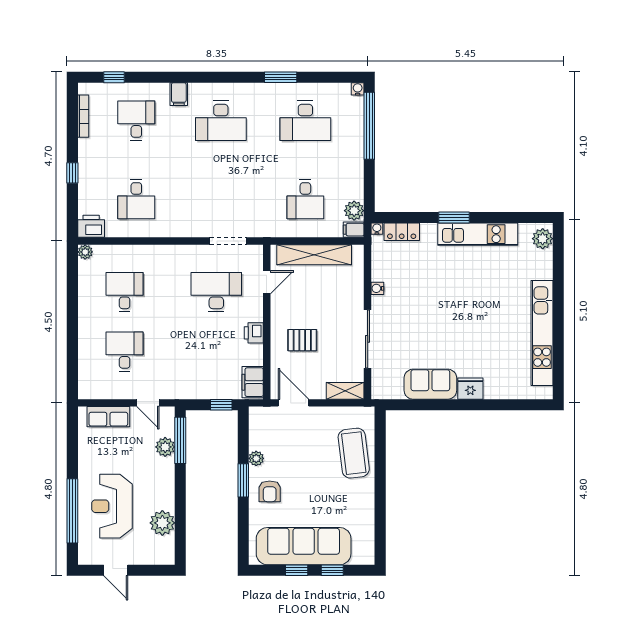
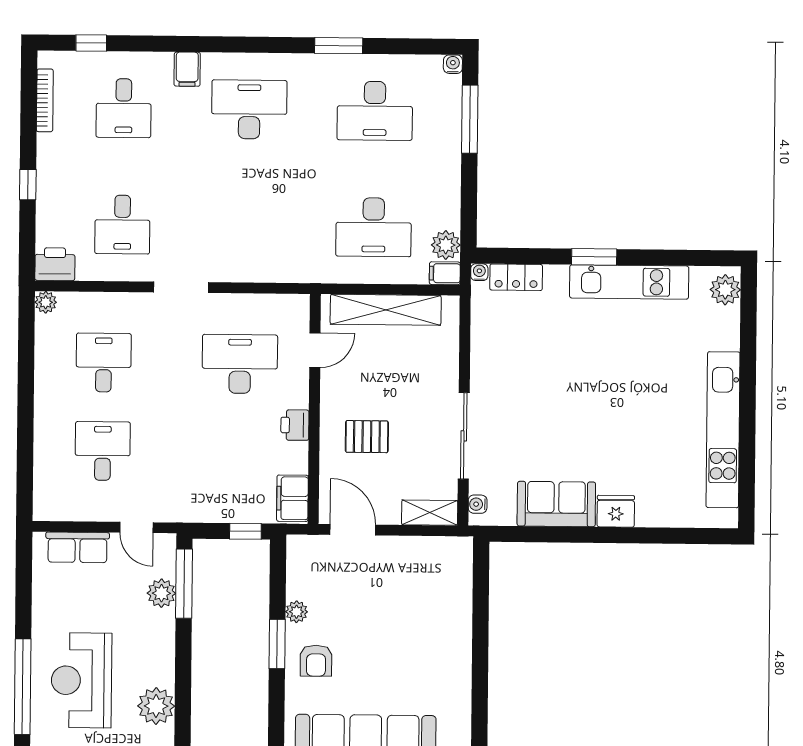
desk: (136, 121) -> (124, 108), turned 180
desk: (221, 121) -> (249, 109), turned 180
window: (369, 126) -> (470, 119), width x0.68
desk: (305, 199) -> (374, 227), width x1.37
doorway: (228, 241) -> (181, 287), moved
water cooler: (377, 288) -> (478, 504), moved
coffee table: (354, 453) -> (441, 605), removed

